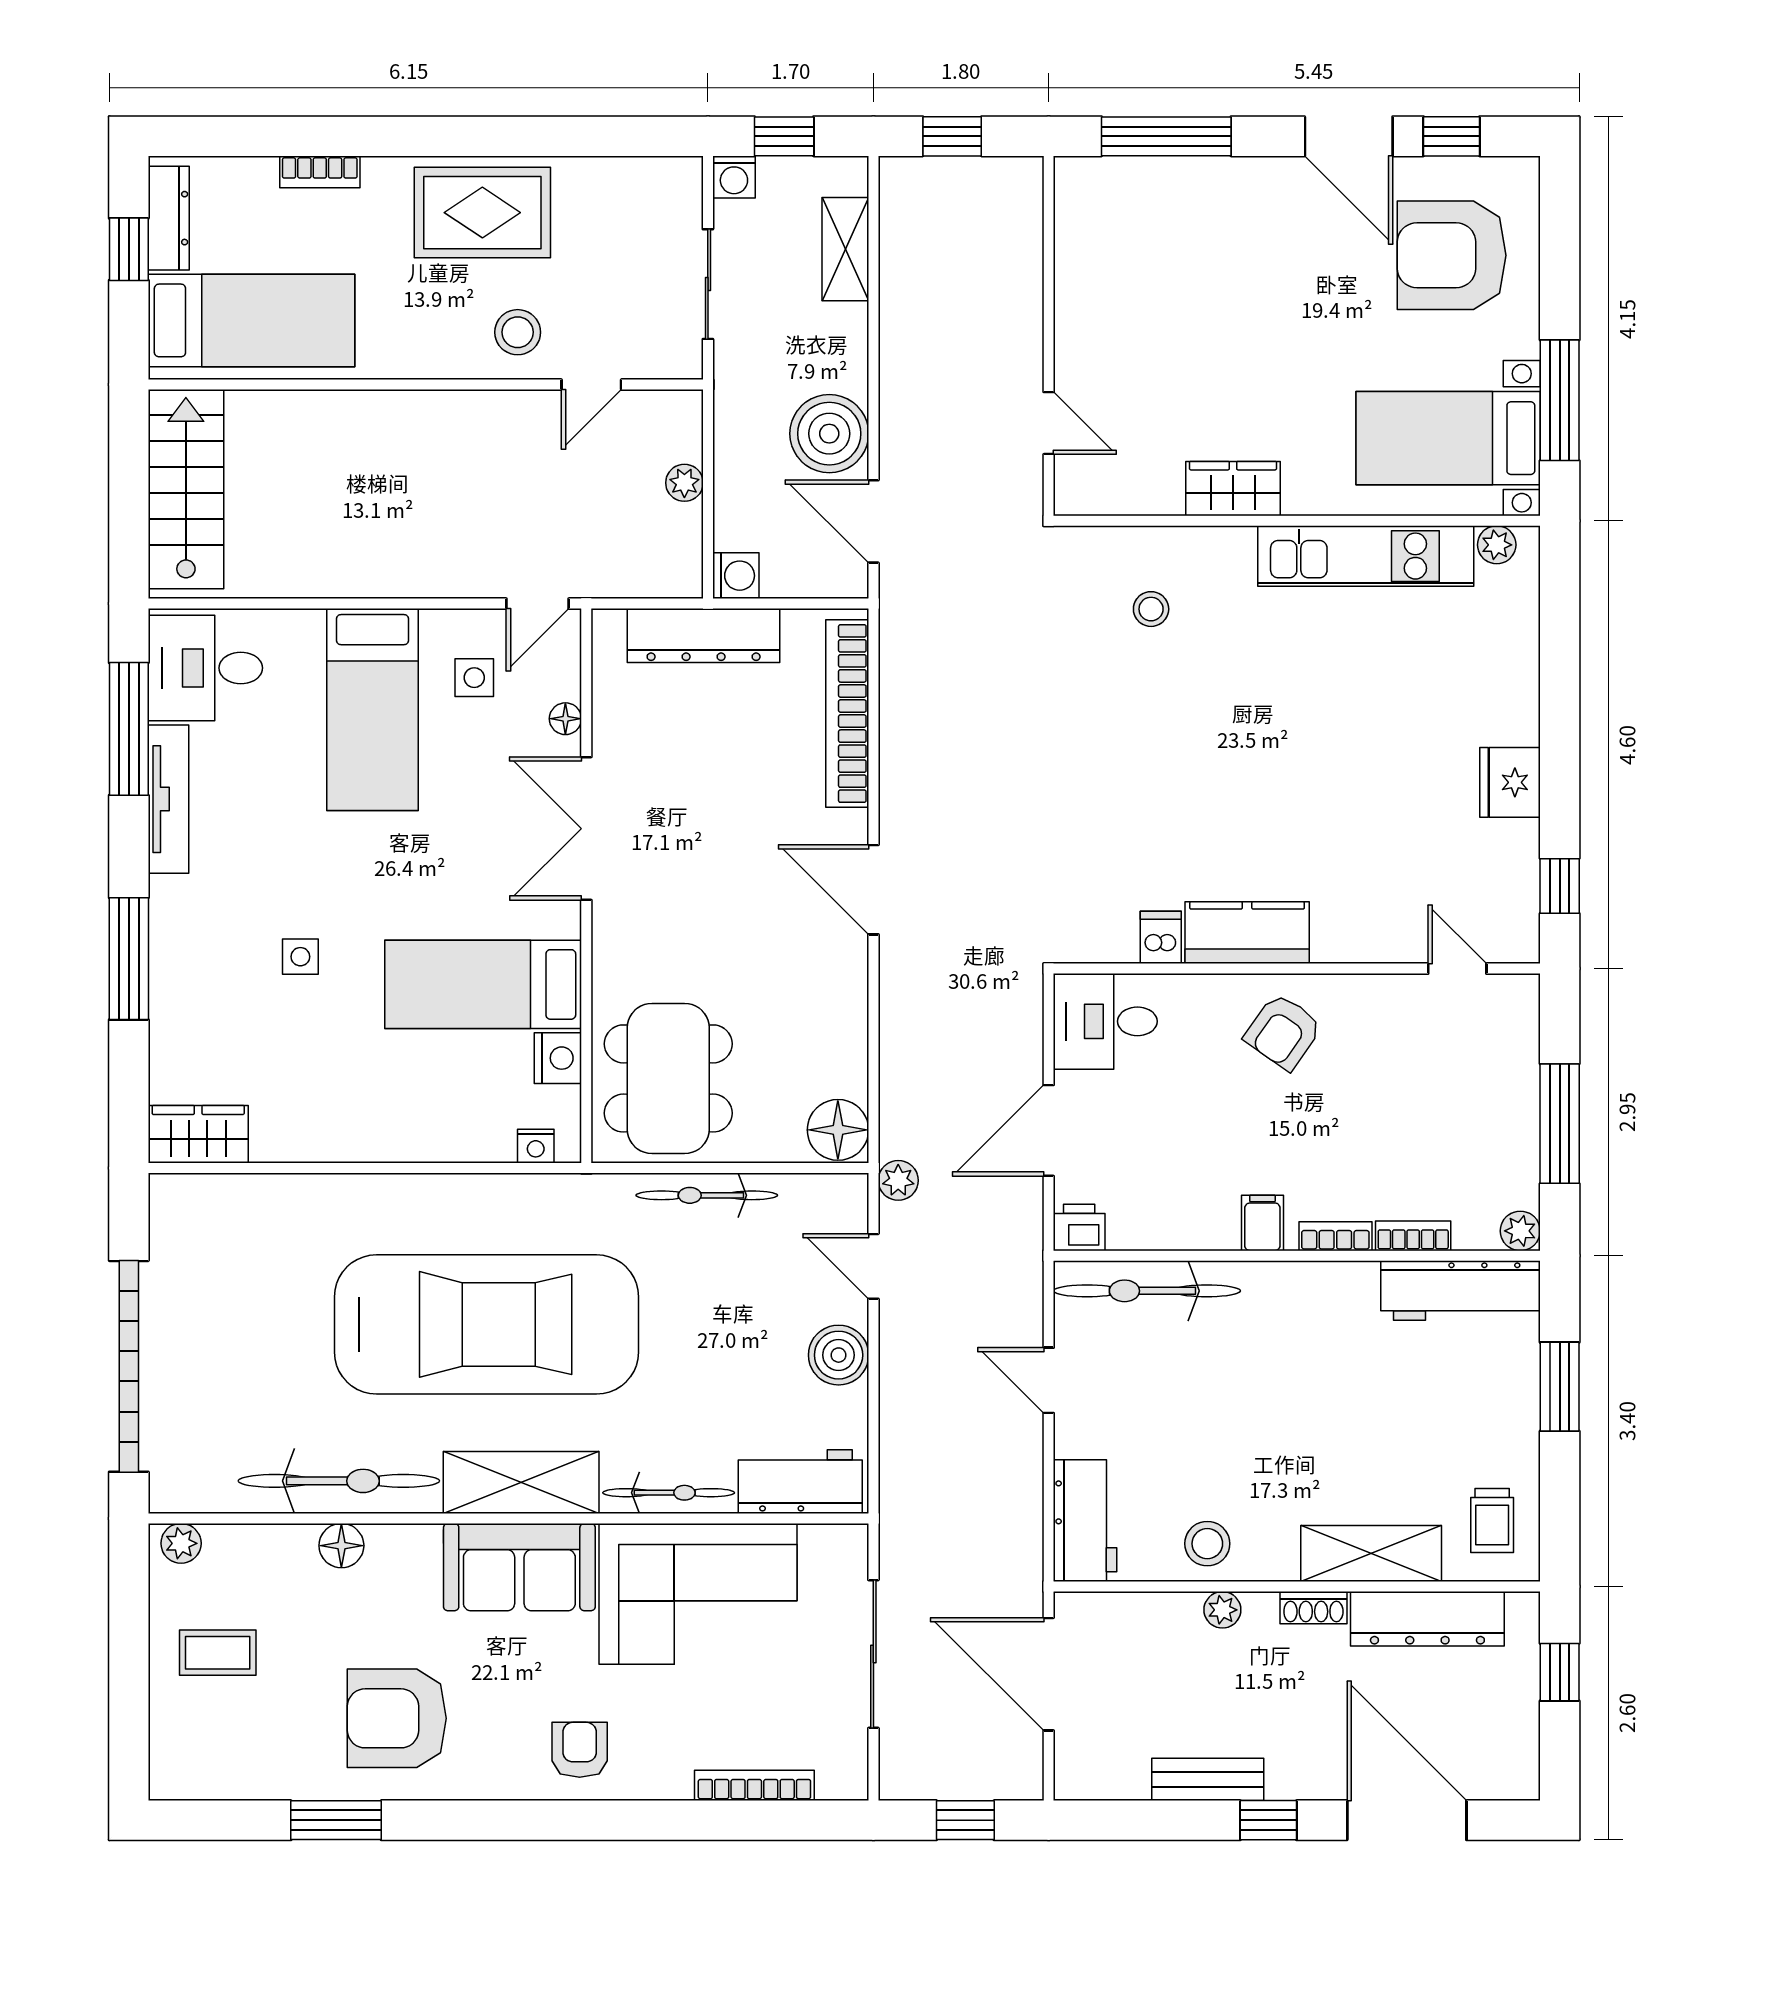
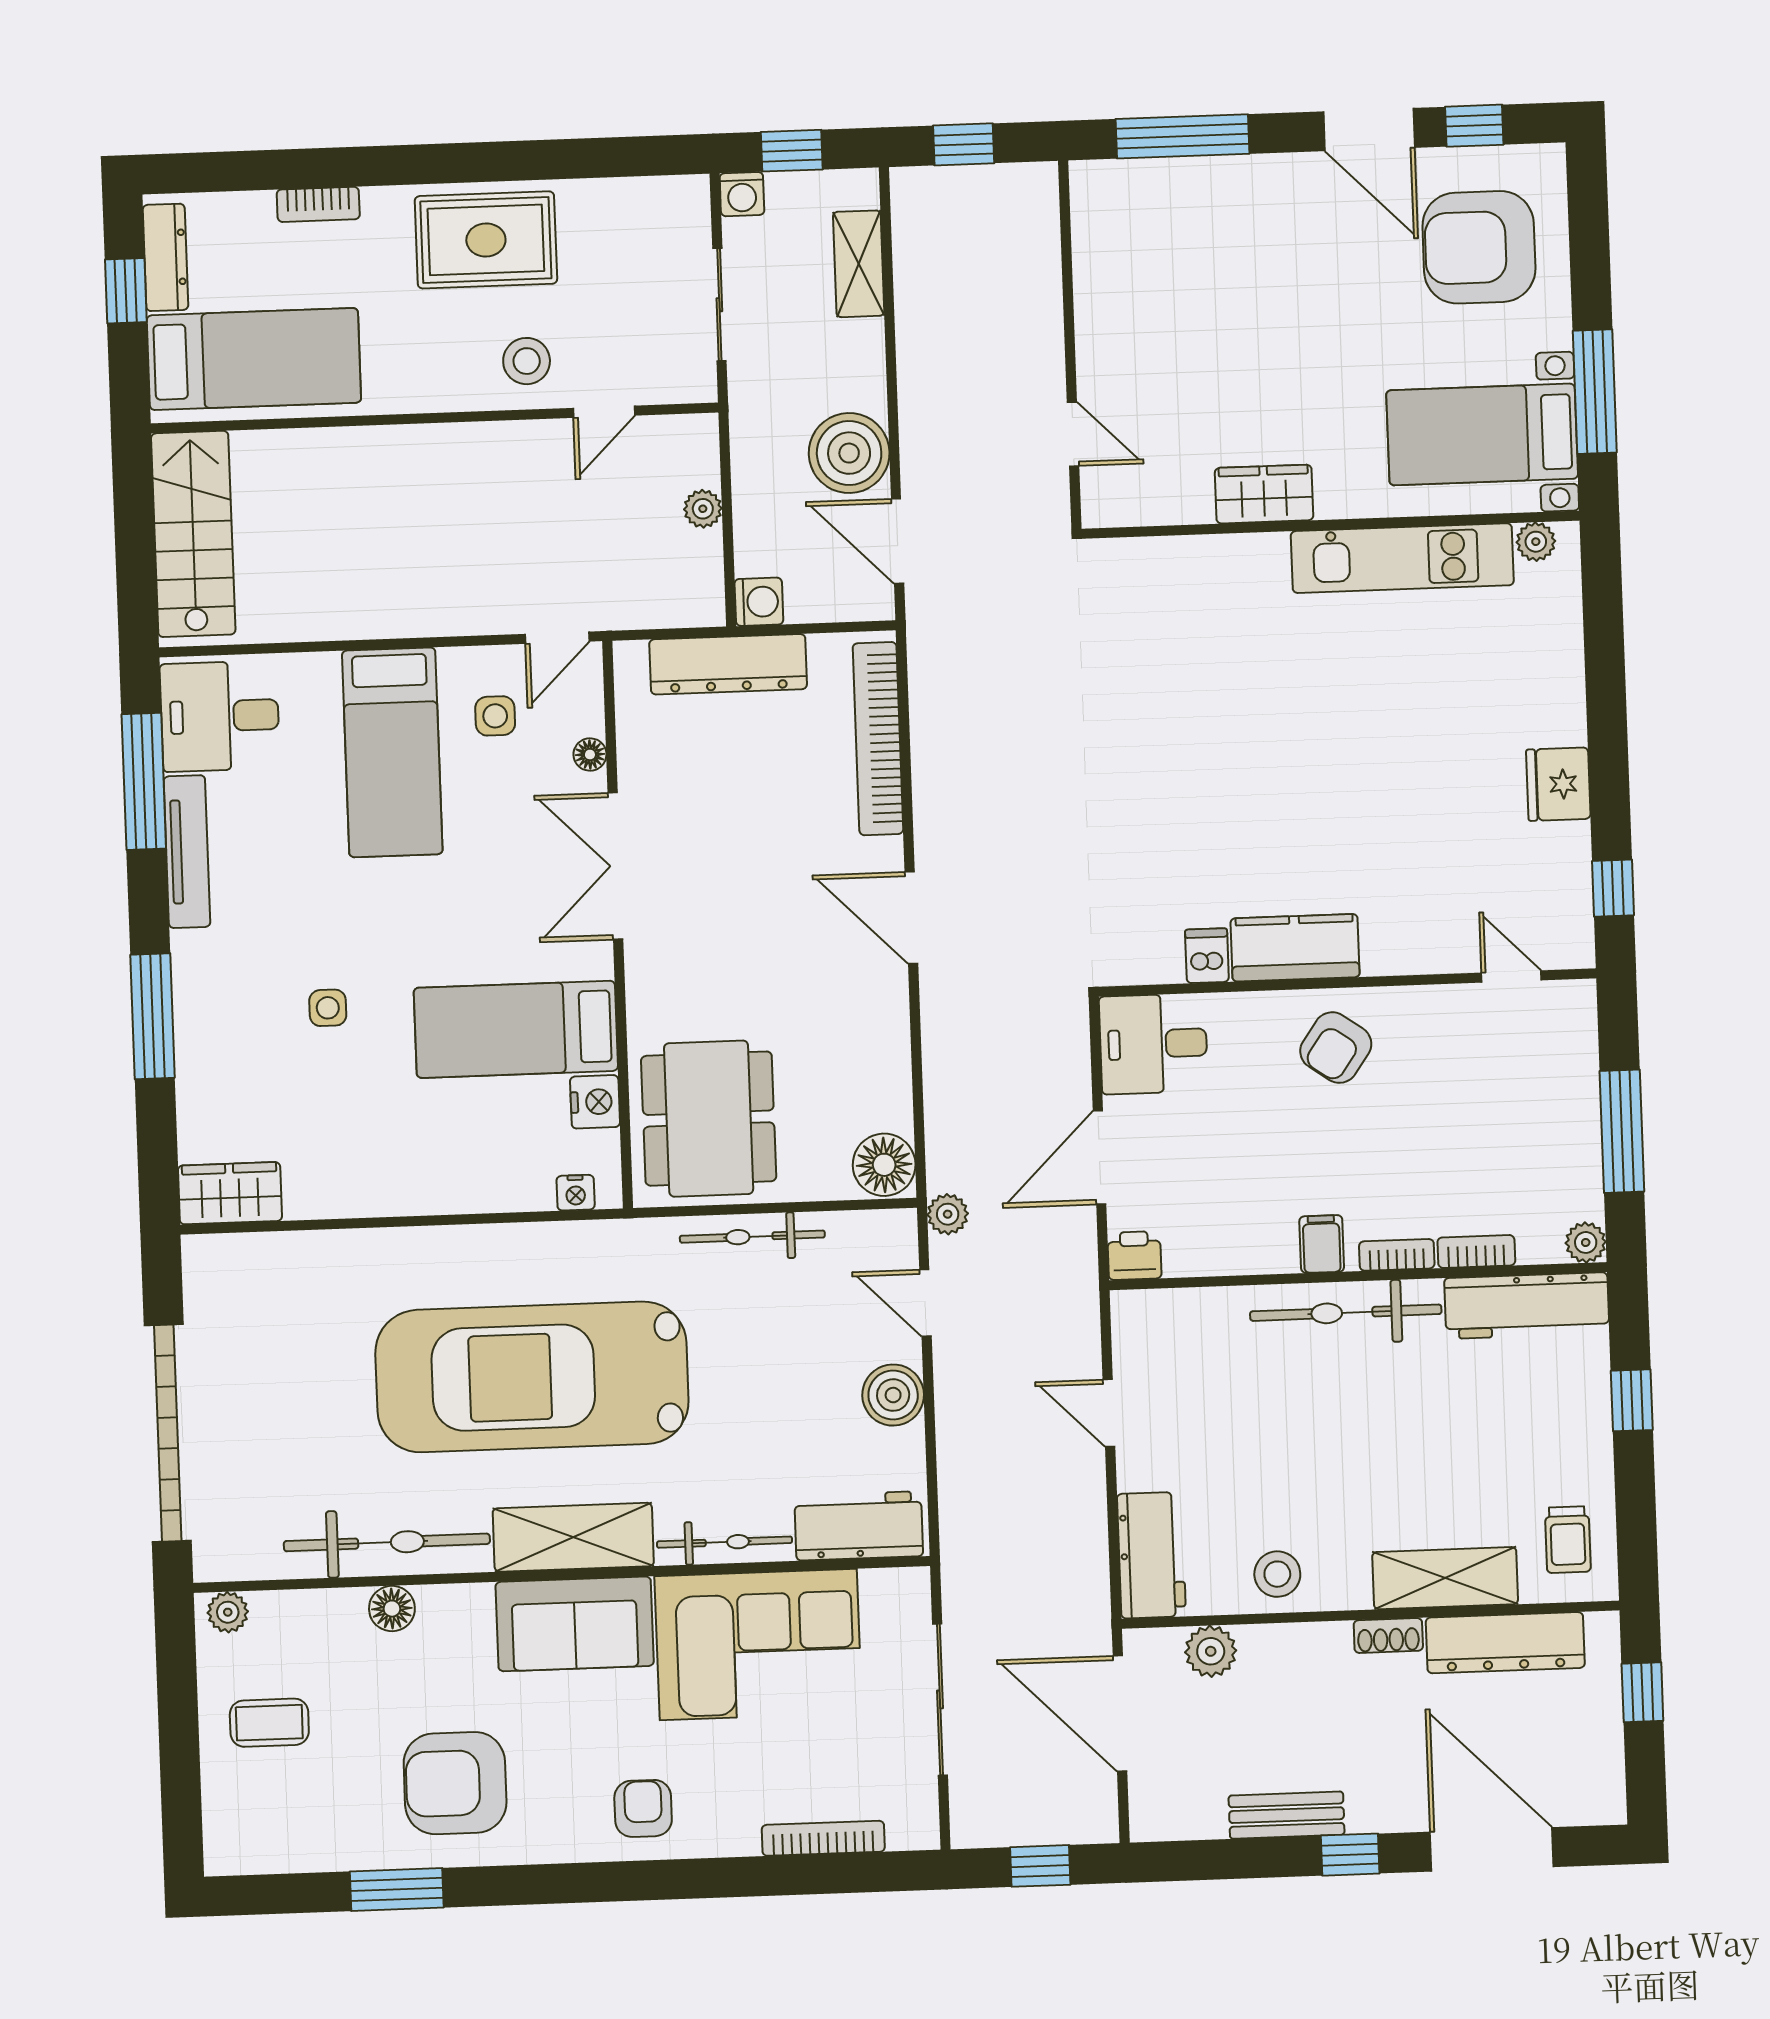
stool: (1151, 609) -> (1185, 620), removed
bicycle: (1147, 1291) -> (1346, 1313), moved
car: (487, 1324) -> (532, 1377), turned 180
window: (1560, 1387) -> (1632, 1400), width x0.67
plant: (1222, 1610) -> (1211, 1651), moved, width x1.38, depth x1.38

